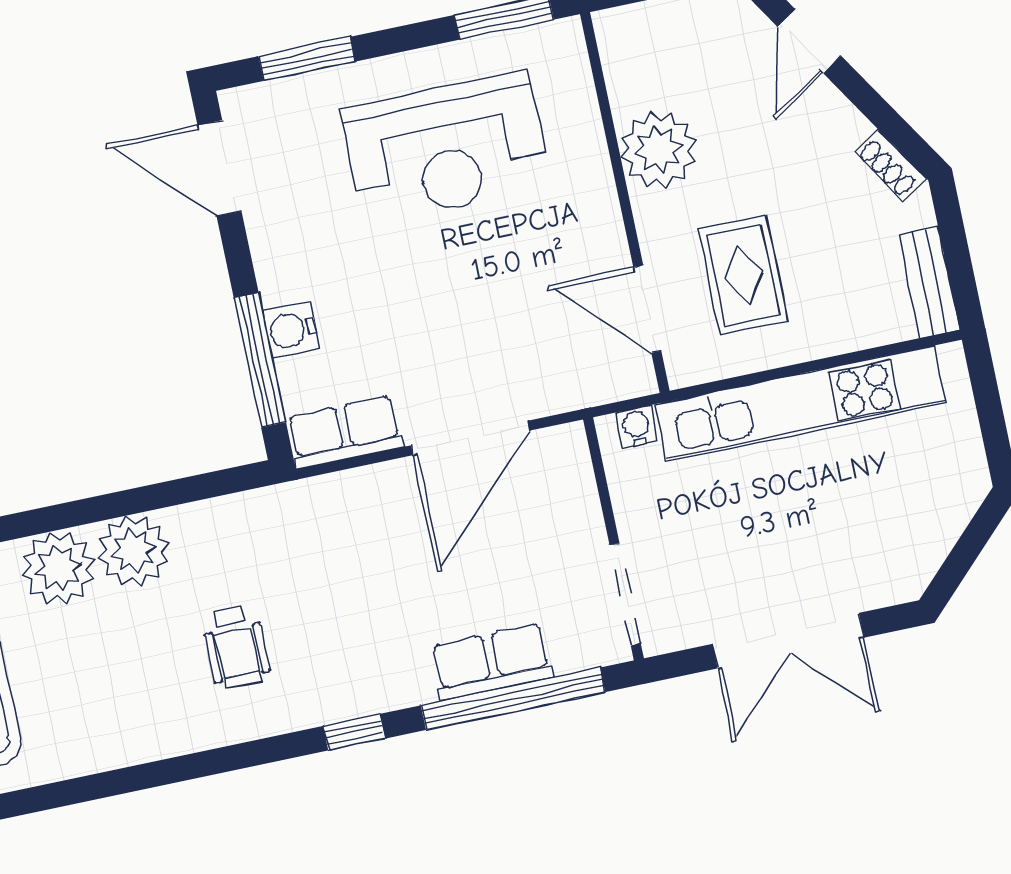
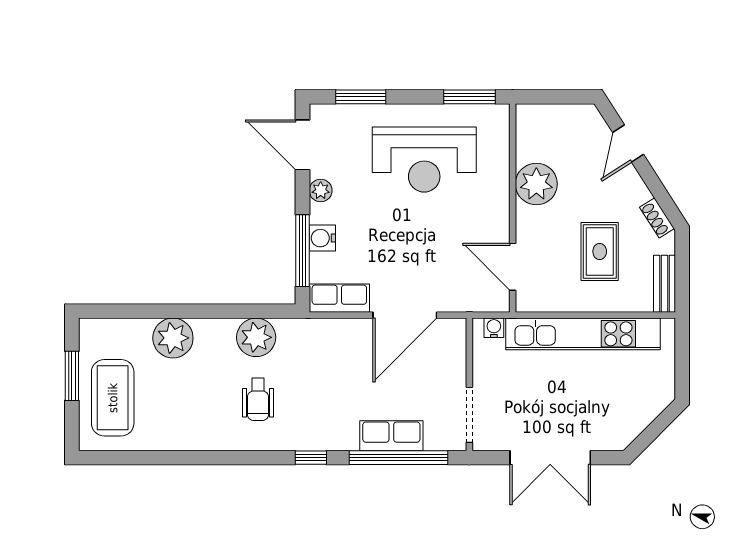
plant: (270, 244) -> (321, 190), added
rug: (743, 275) -> (600, 251), moved
plant: (134, 551) -> (256, 337), moved

